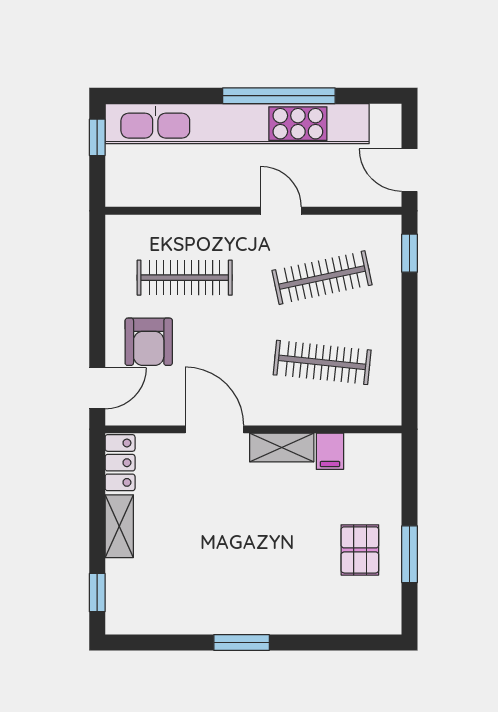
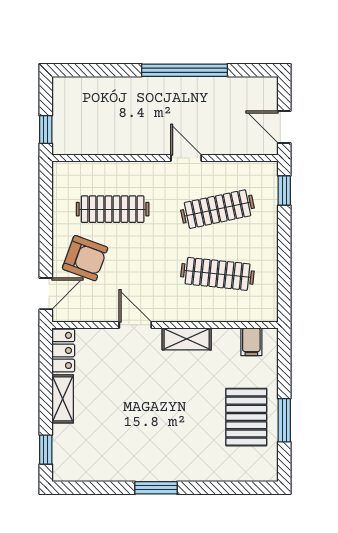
kitchen unit: (237, 124) -> (153, 92), removed
window: (97, 137) -> (46, 129), moved
armchair: (149, 342) -> (85, 258), turned -70
door: (214, 429) -> (135, 325), width x0.73
filing cabinet: (330, 451) -> (251, 342), moved
pallet: (360, 550) -> (246, 417), width x1.50, depth x1.42

